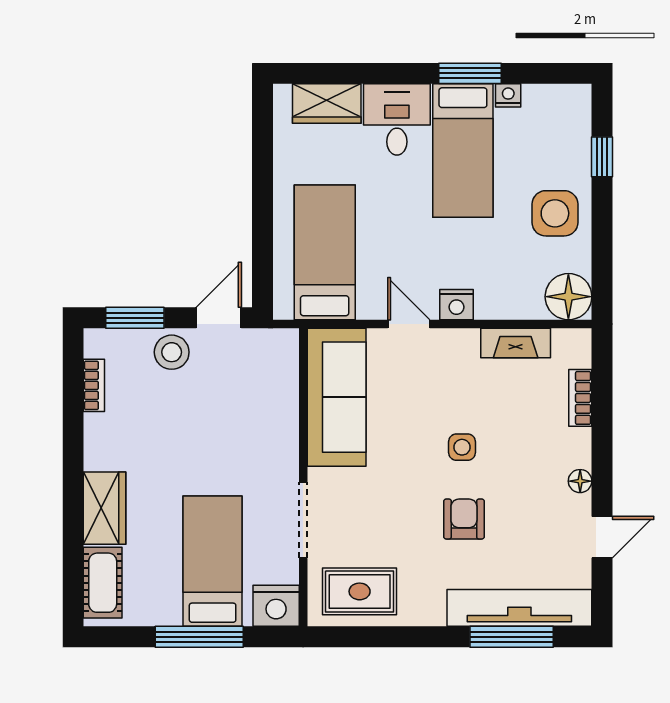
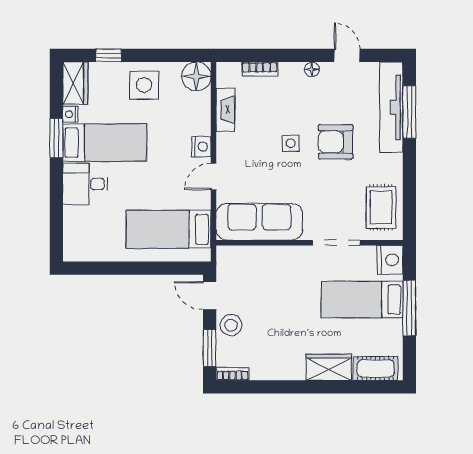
wardrobe: (327, 103) -> (75, 83), moved
bookcase: (94, 385) -> (232, 374), moved
armchair: (464, 519) -> (336, 142), width x1.38, depth x1.38

